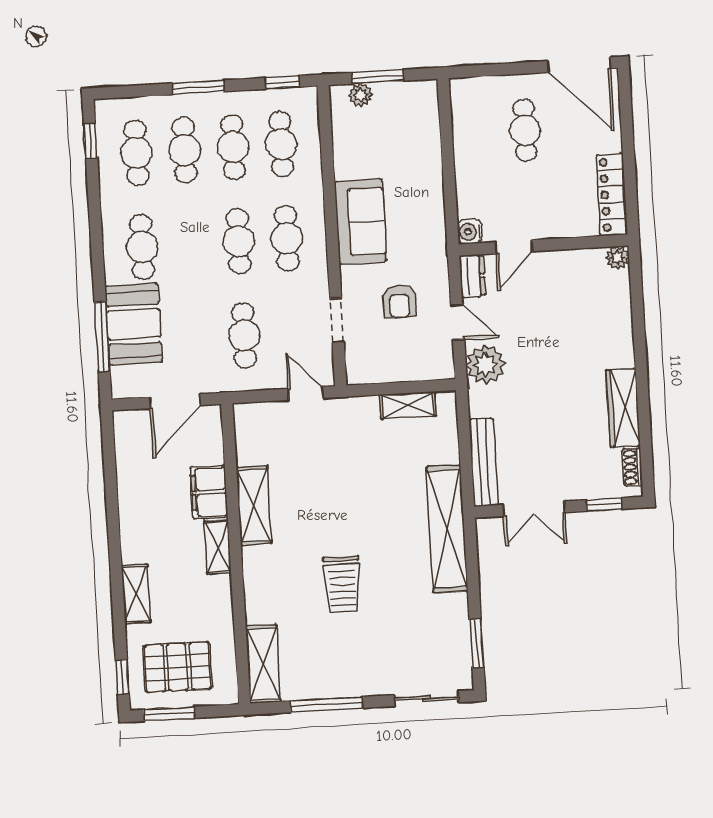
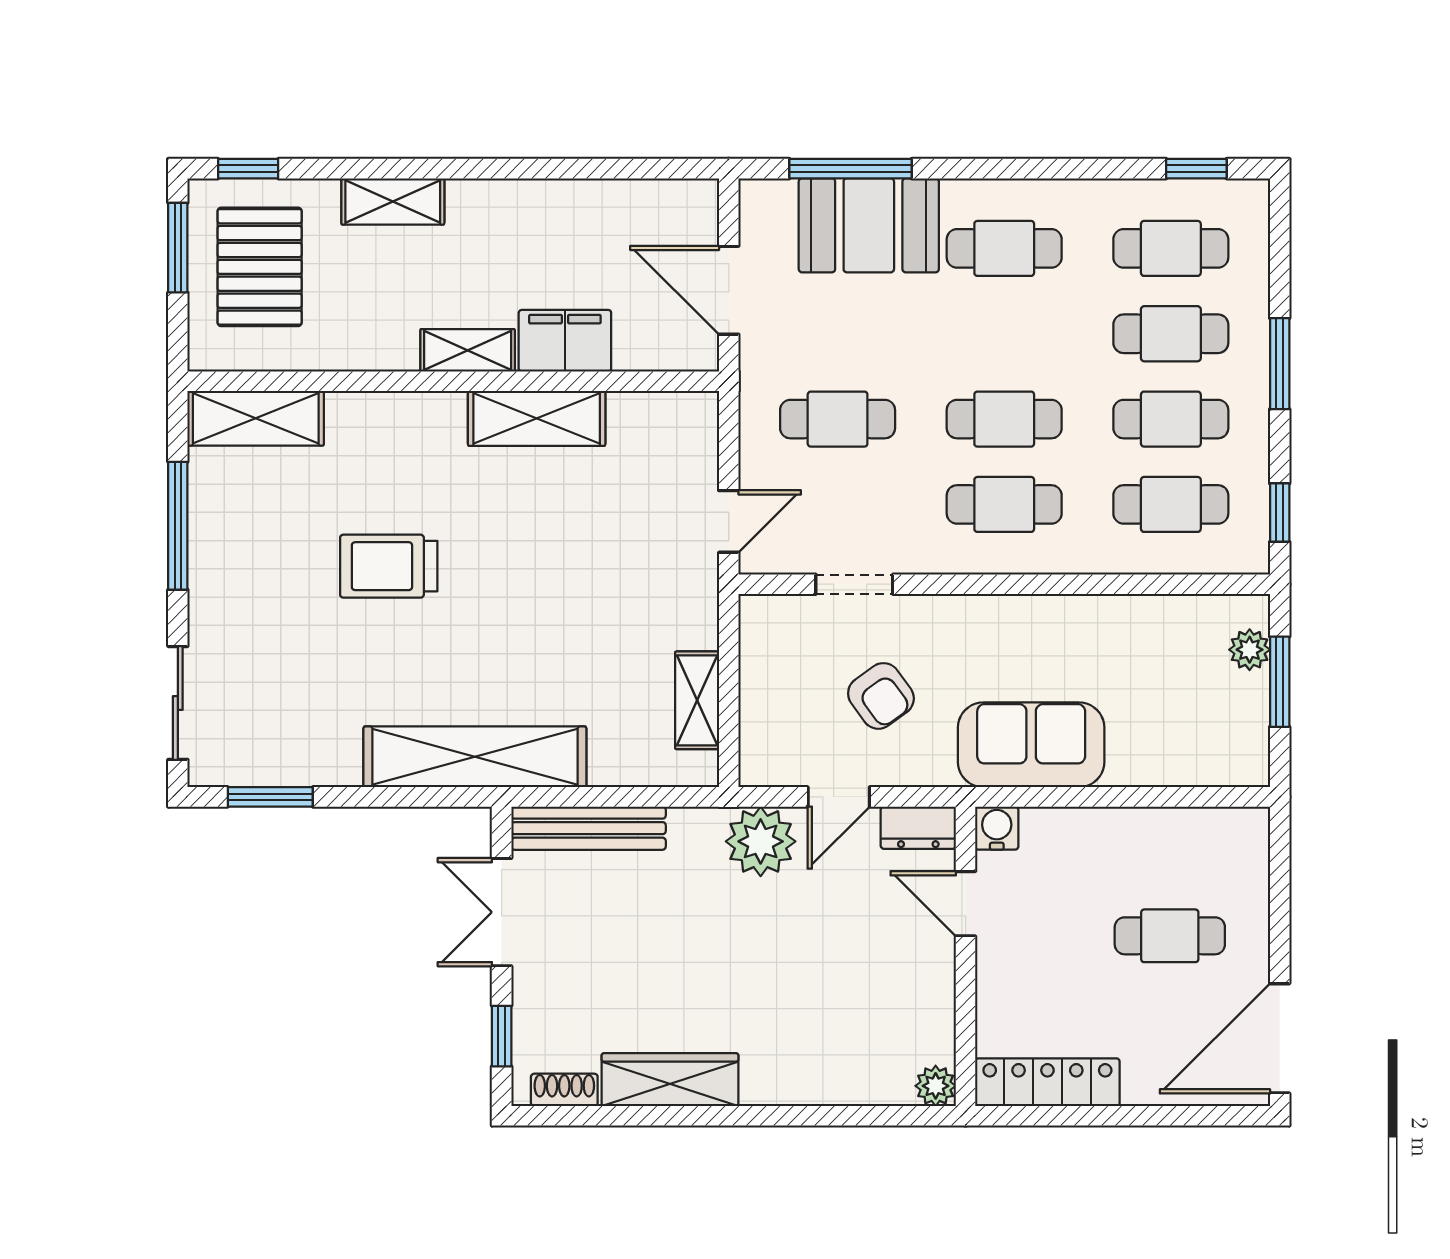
sofa: (361, 222) -> (1031, 745), moved, turned 180
armchair: (399, 302) -> (881, 696), turned -126

